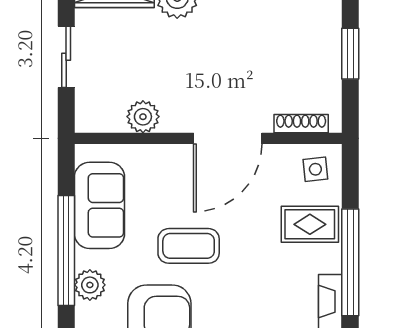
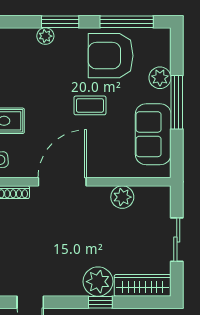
coffee table: (189, 246) -> (90, 105), width x0.73, depth x0.77
window: (66, 251) -> (177, 102), width x0.68

